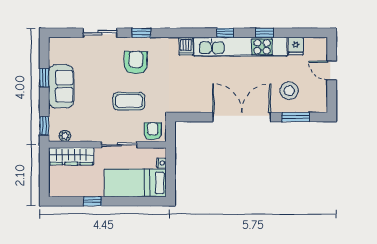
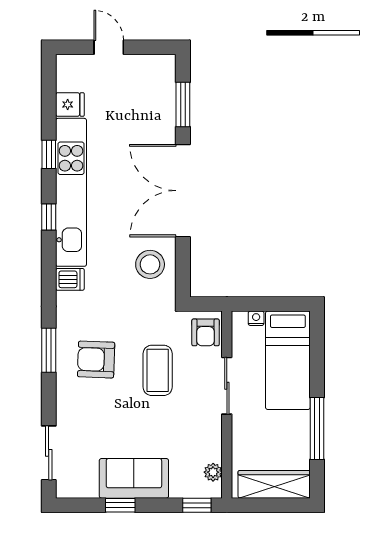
sliding door: (100, 33) -> (49, 453), moved
window: (142, 33) -> (49, 350), width x1.50
door: (332, 70) -> (109, 47), swing flipped
stool: (289, 91) -> (150, 264), moved
armchair: (153, 131) -> (206, 332), turned -90
wardrobe: (71, 156) -> (274, 484), moved, turned -90
window: (92, 201) -> (317, 429), width x2.17

